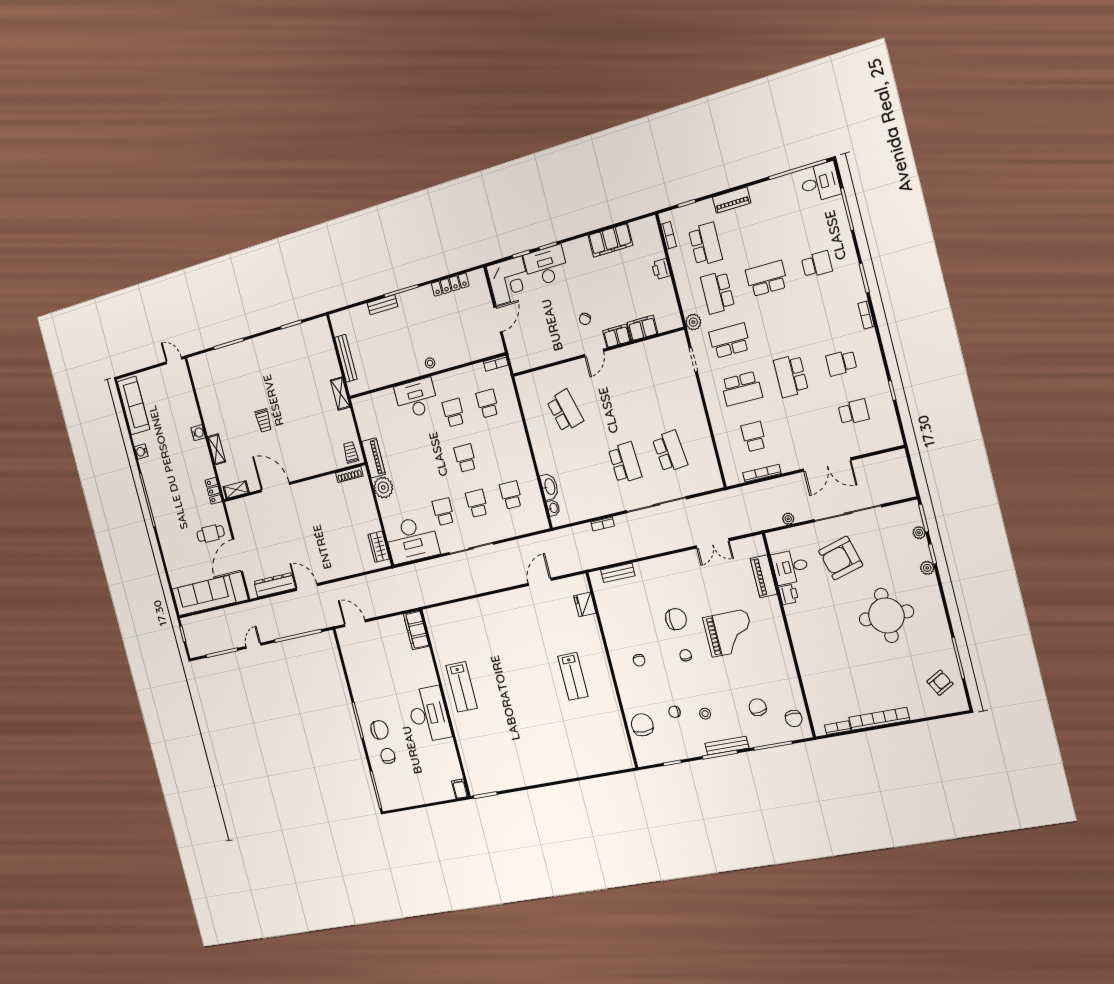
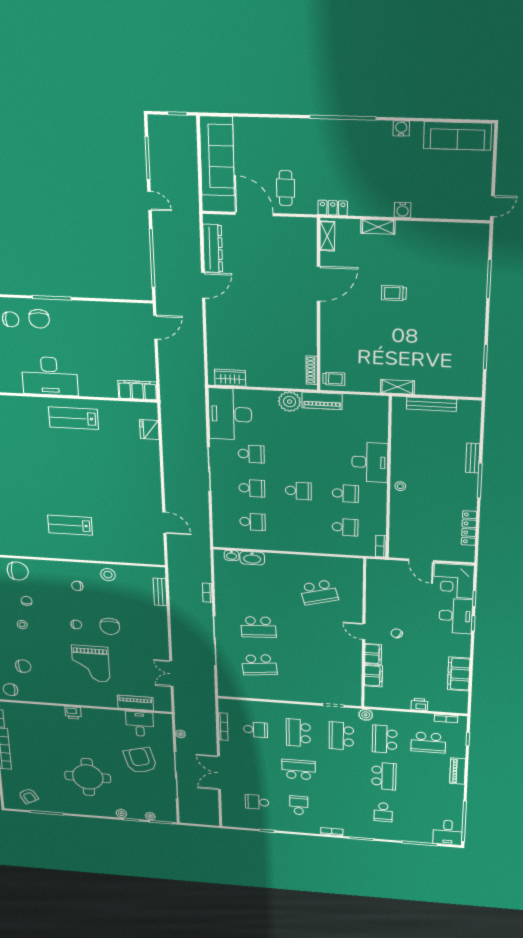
school desk: (718, 292) -> (385, 739), turned -90
school desk: (730, 341) -> (341, 736), turned 180
school desk: (854, 412) -> (257, 802), turned 90
printer: (789, 594) -> (73, 713), moved
fridge: (585, 604) -> (149, 430), moved, turned -90
stool: (616, 630) -> (108, 575), added

